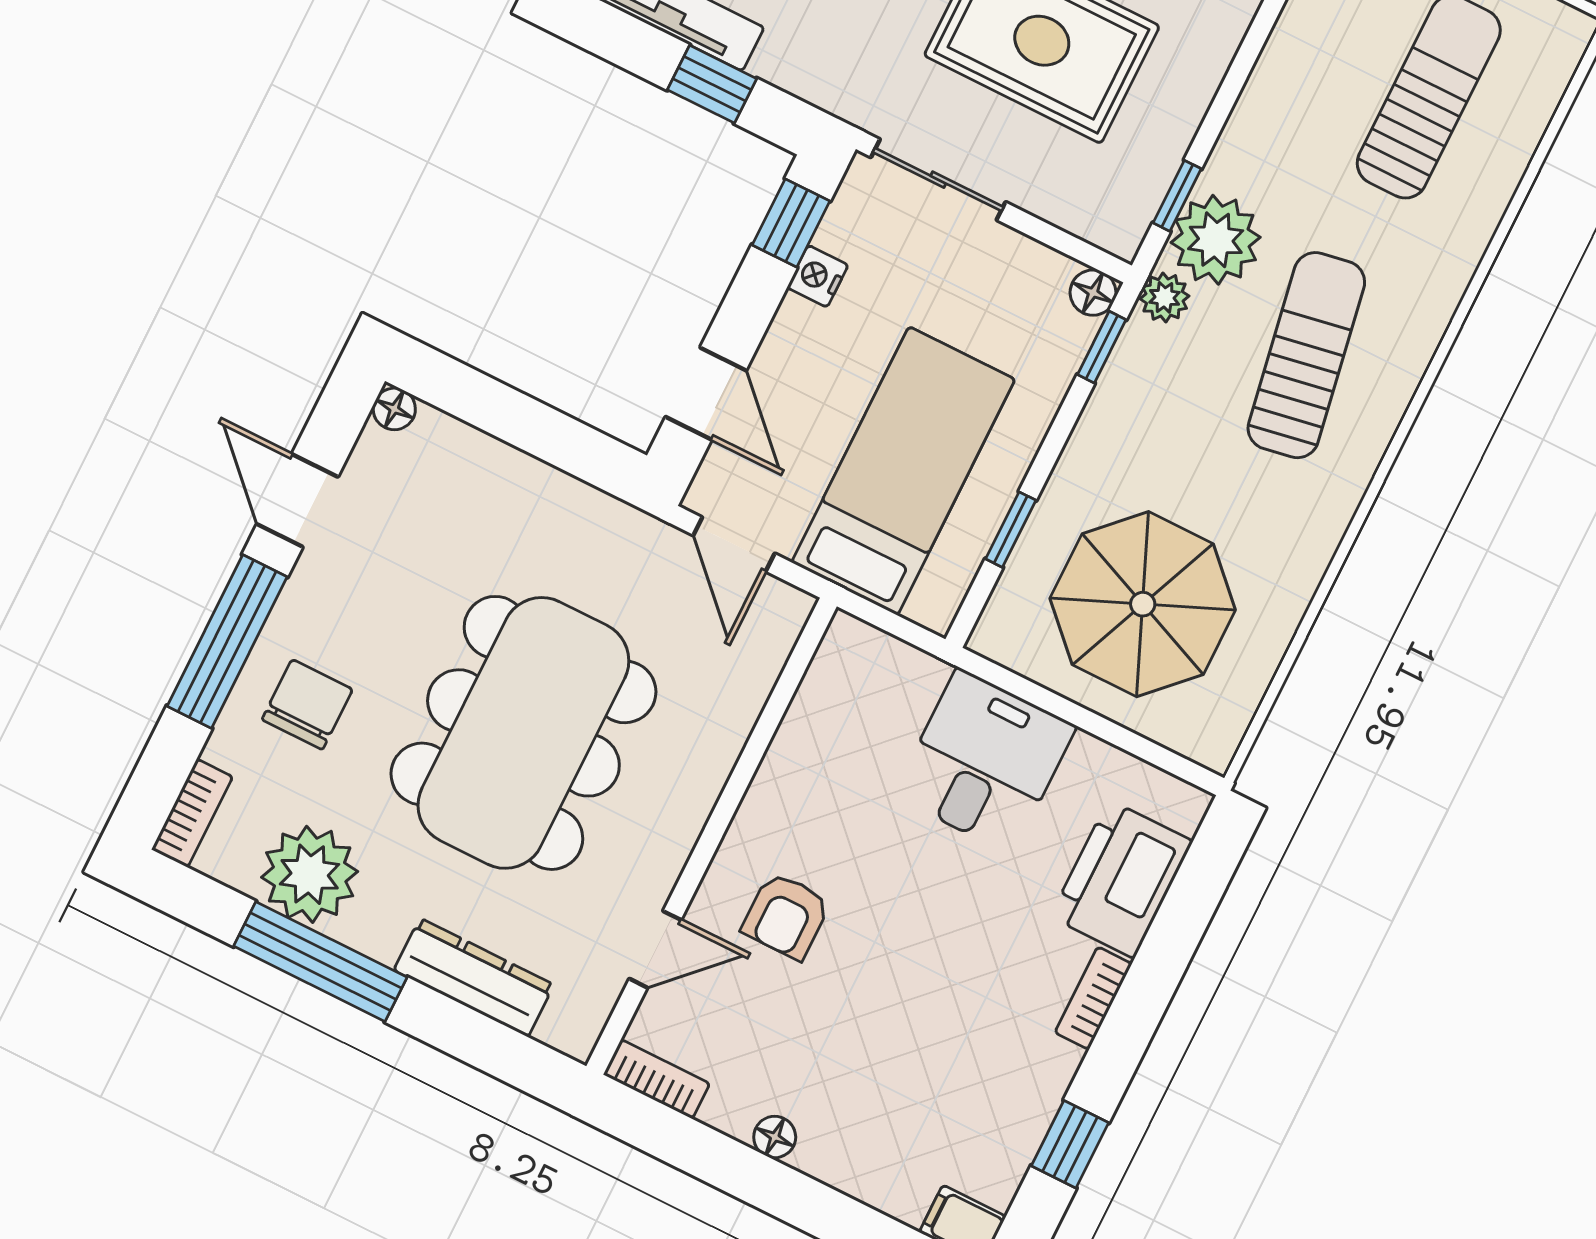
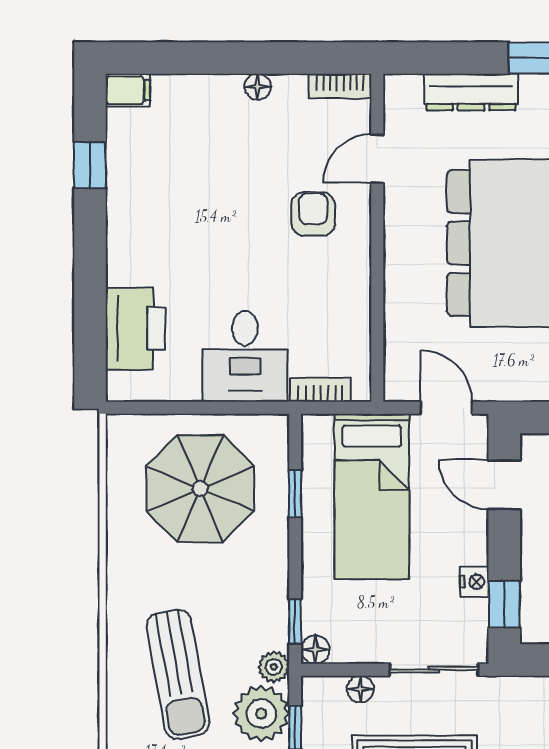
floor lamp: (1057, 204) -> (360, 689), added
bookcase: (1093, 998) -> (321, 390), moved, turned -90

